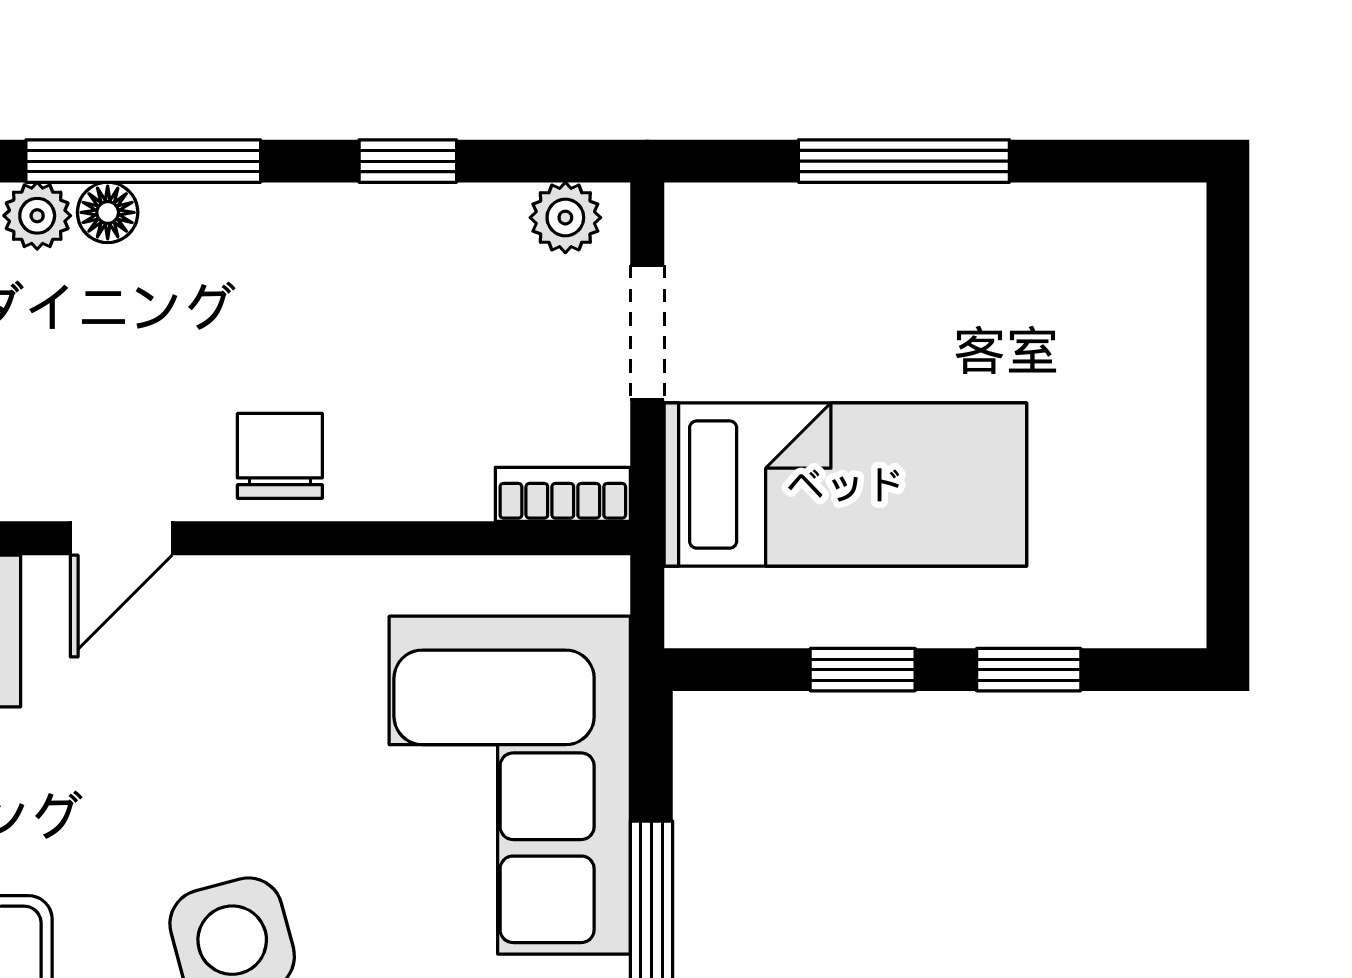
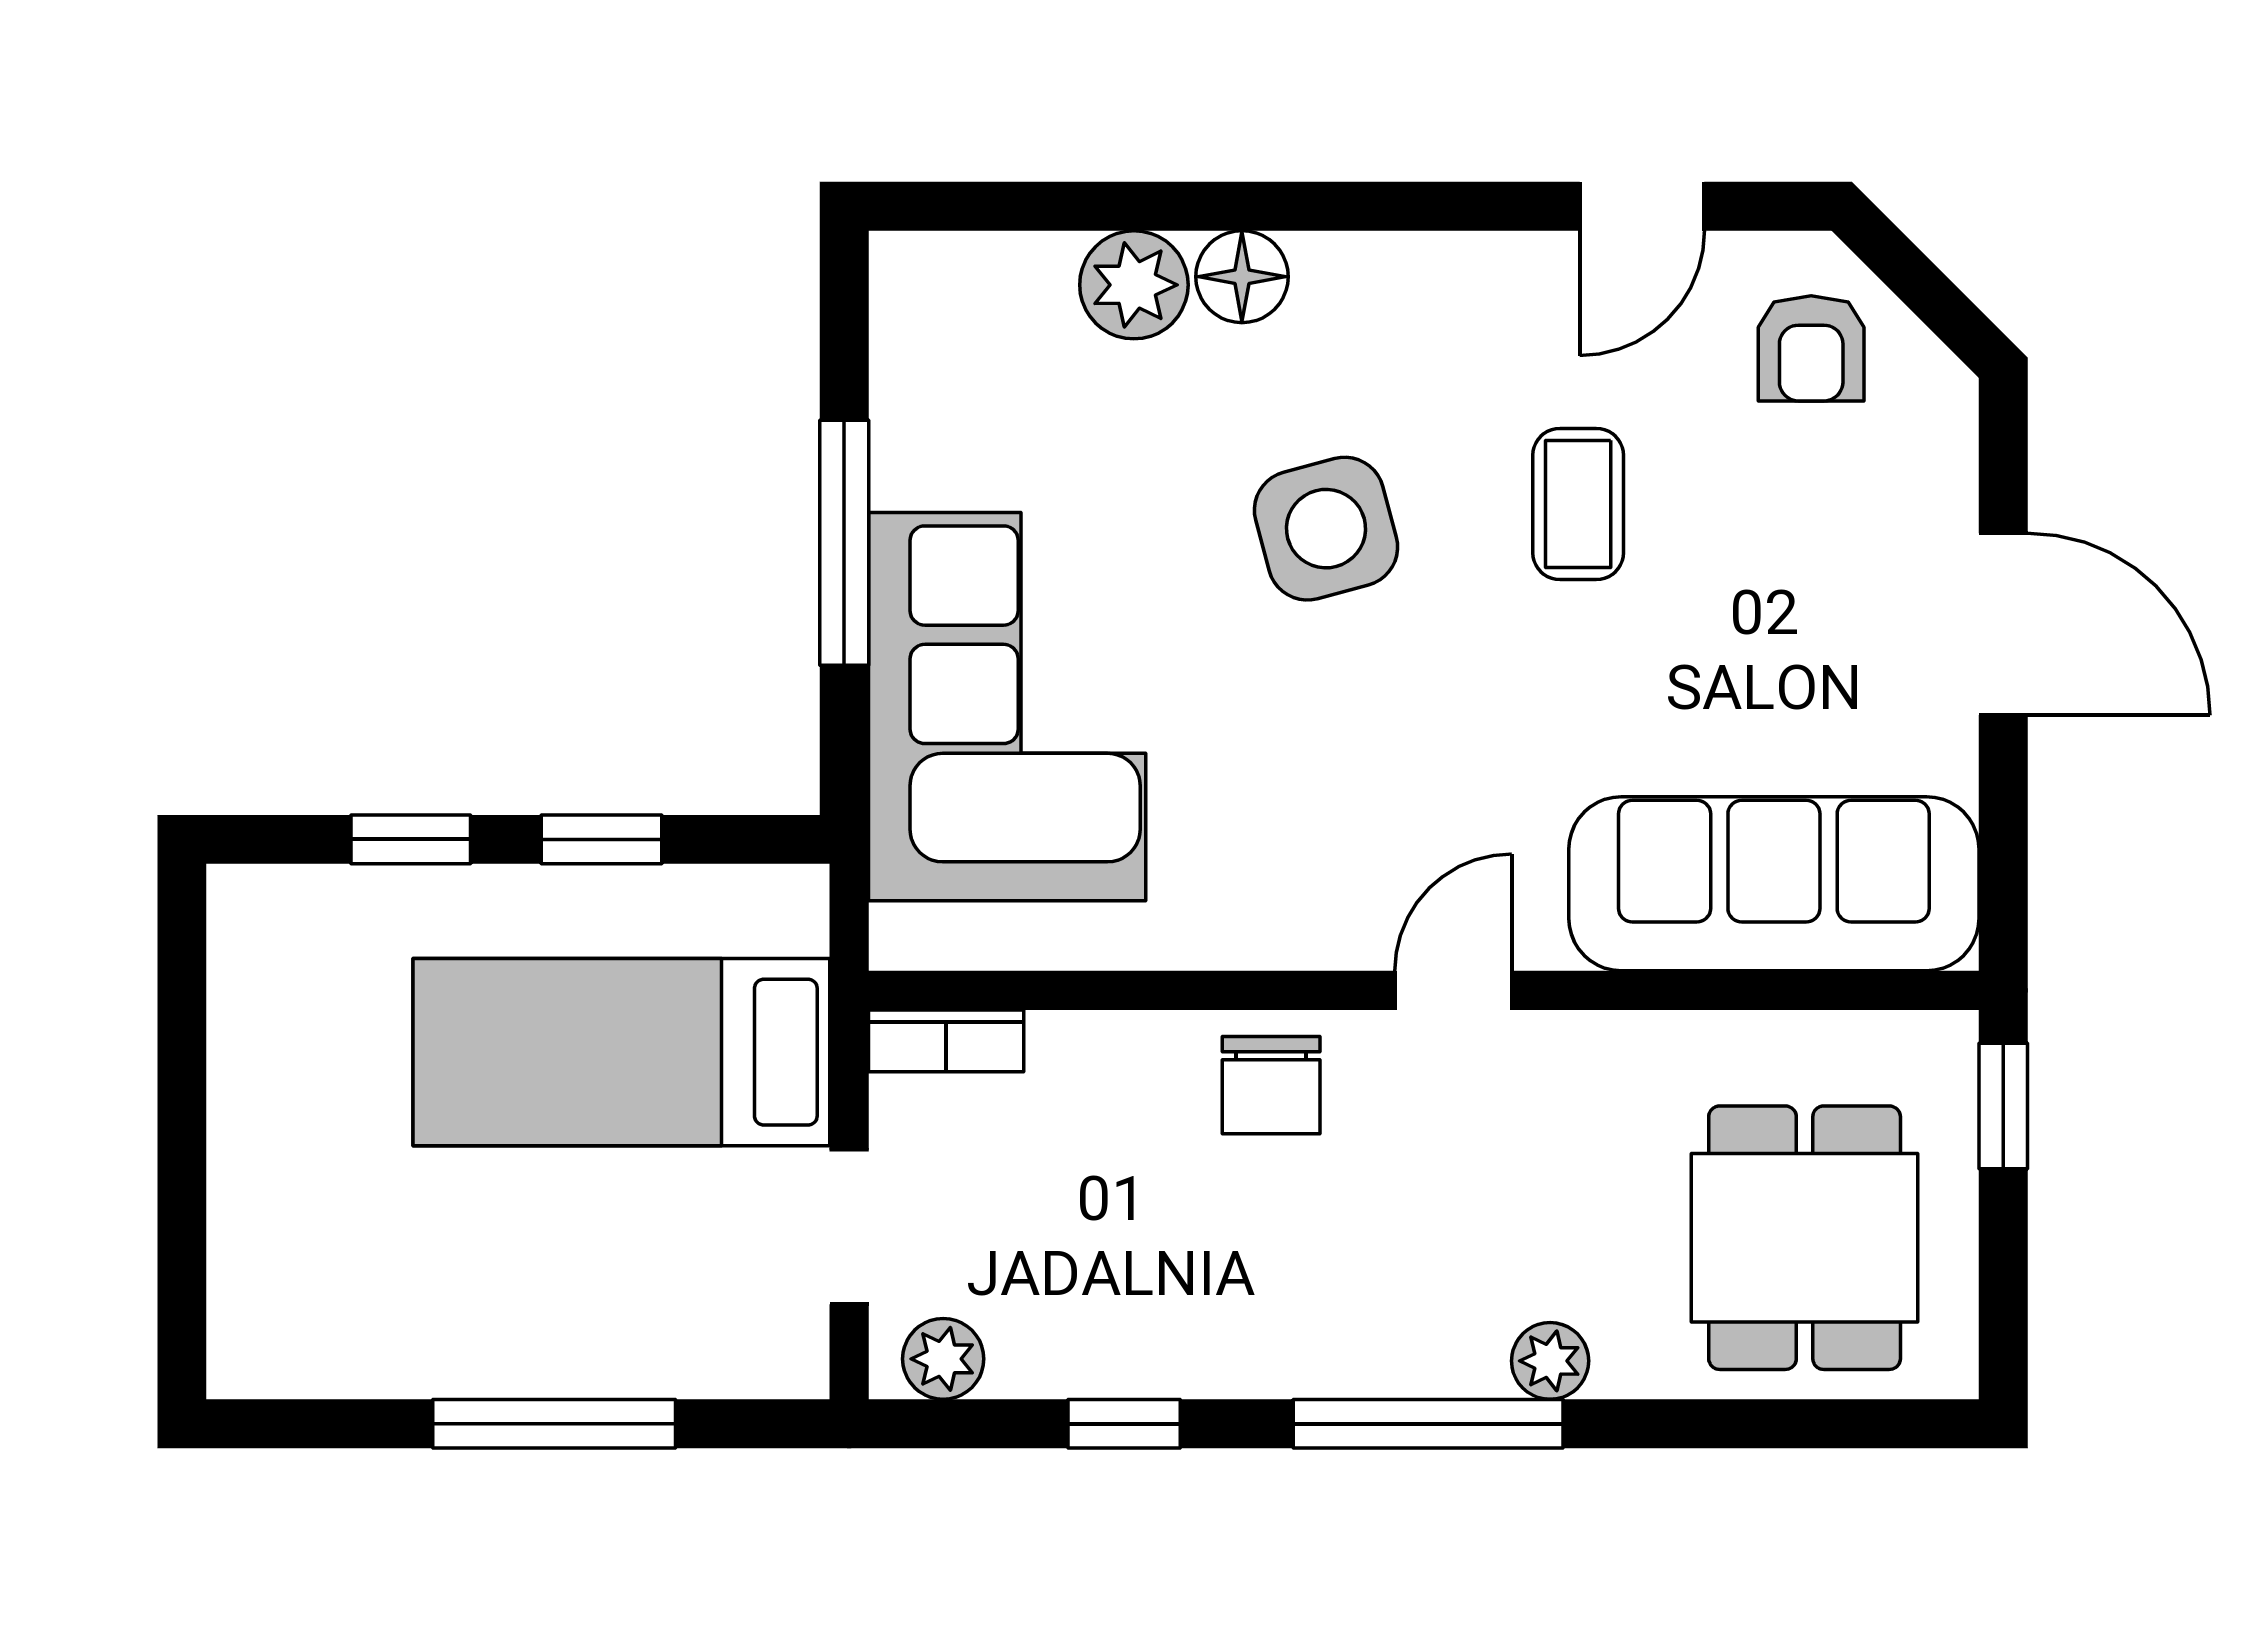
floor lamp: (108, 212) -> (1469, 1365), removed

